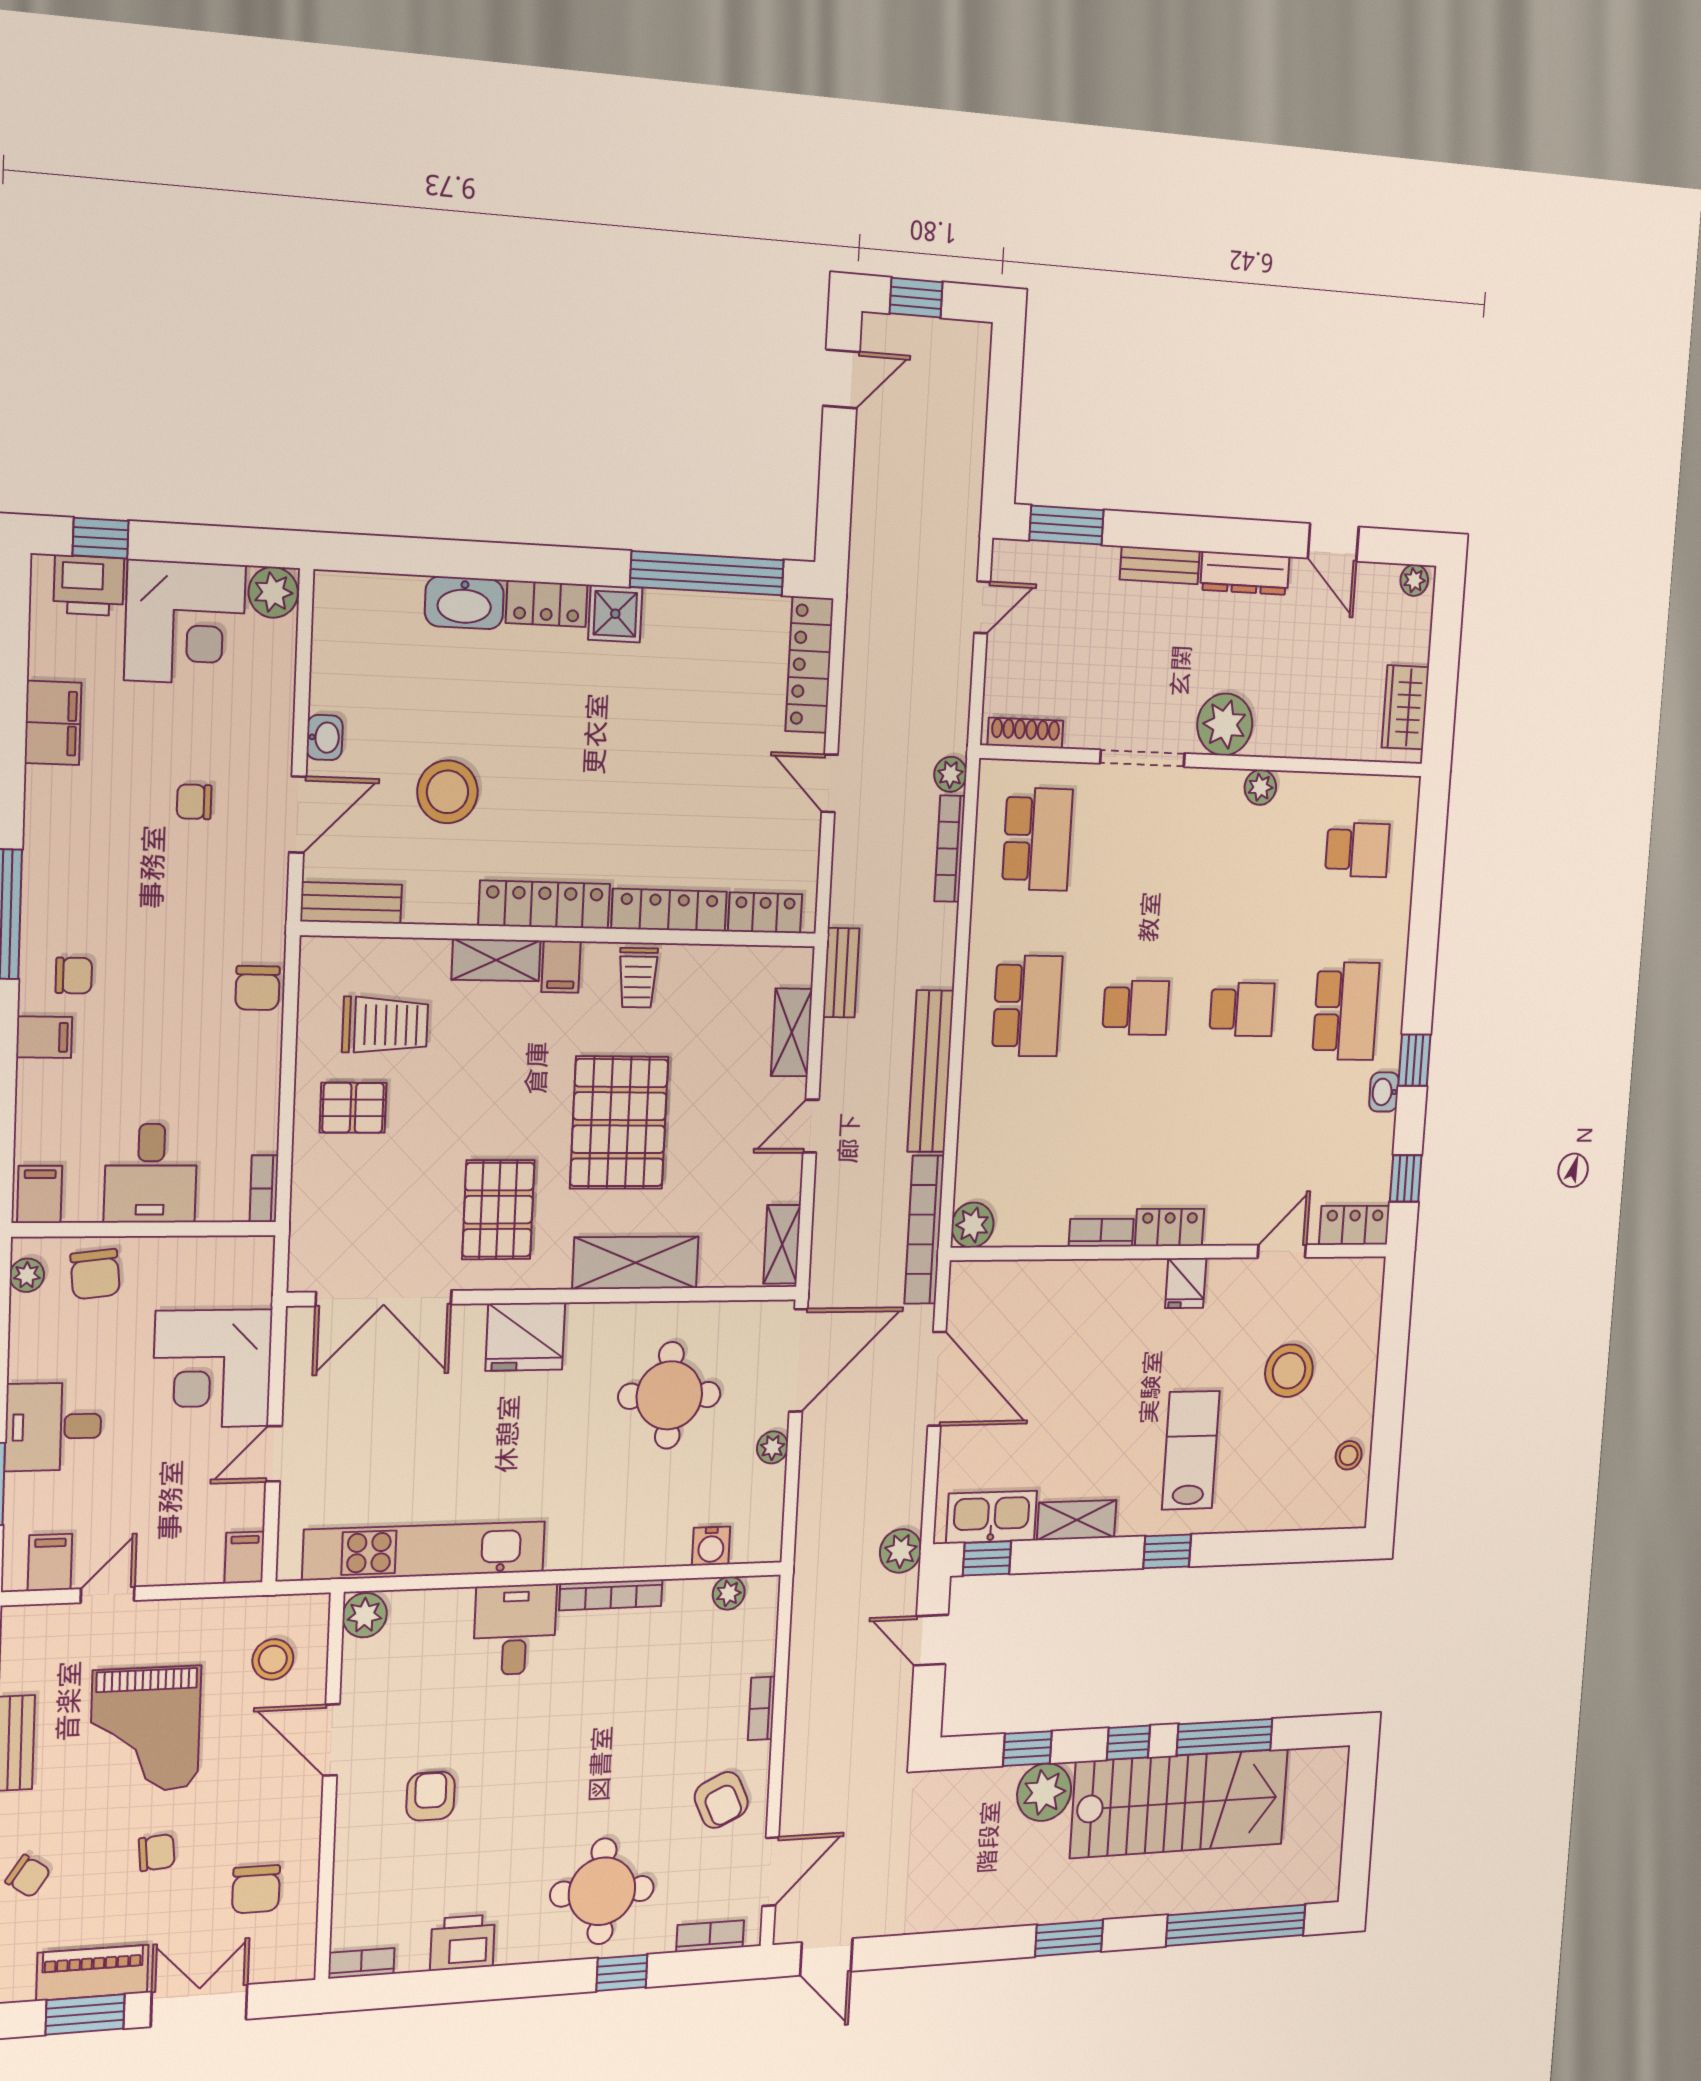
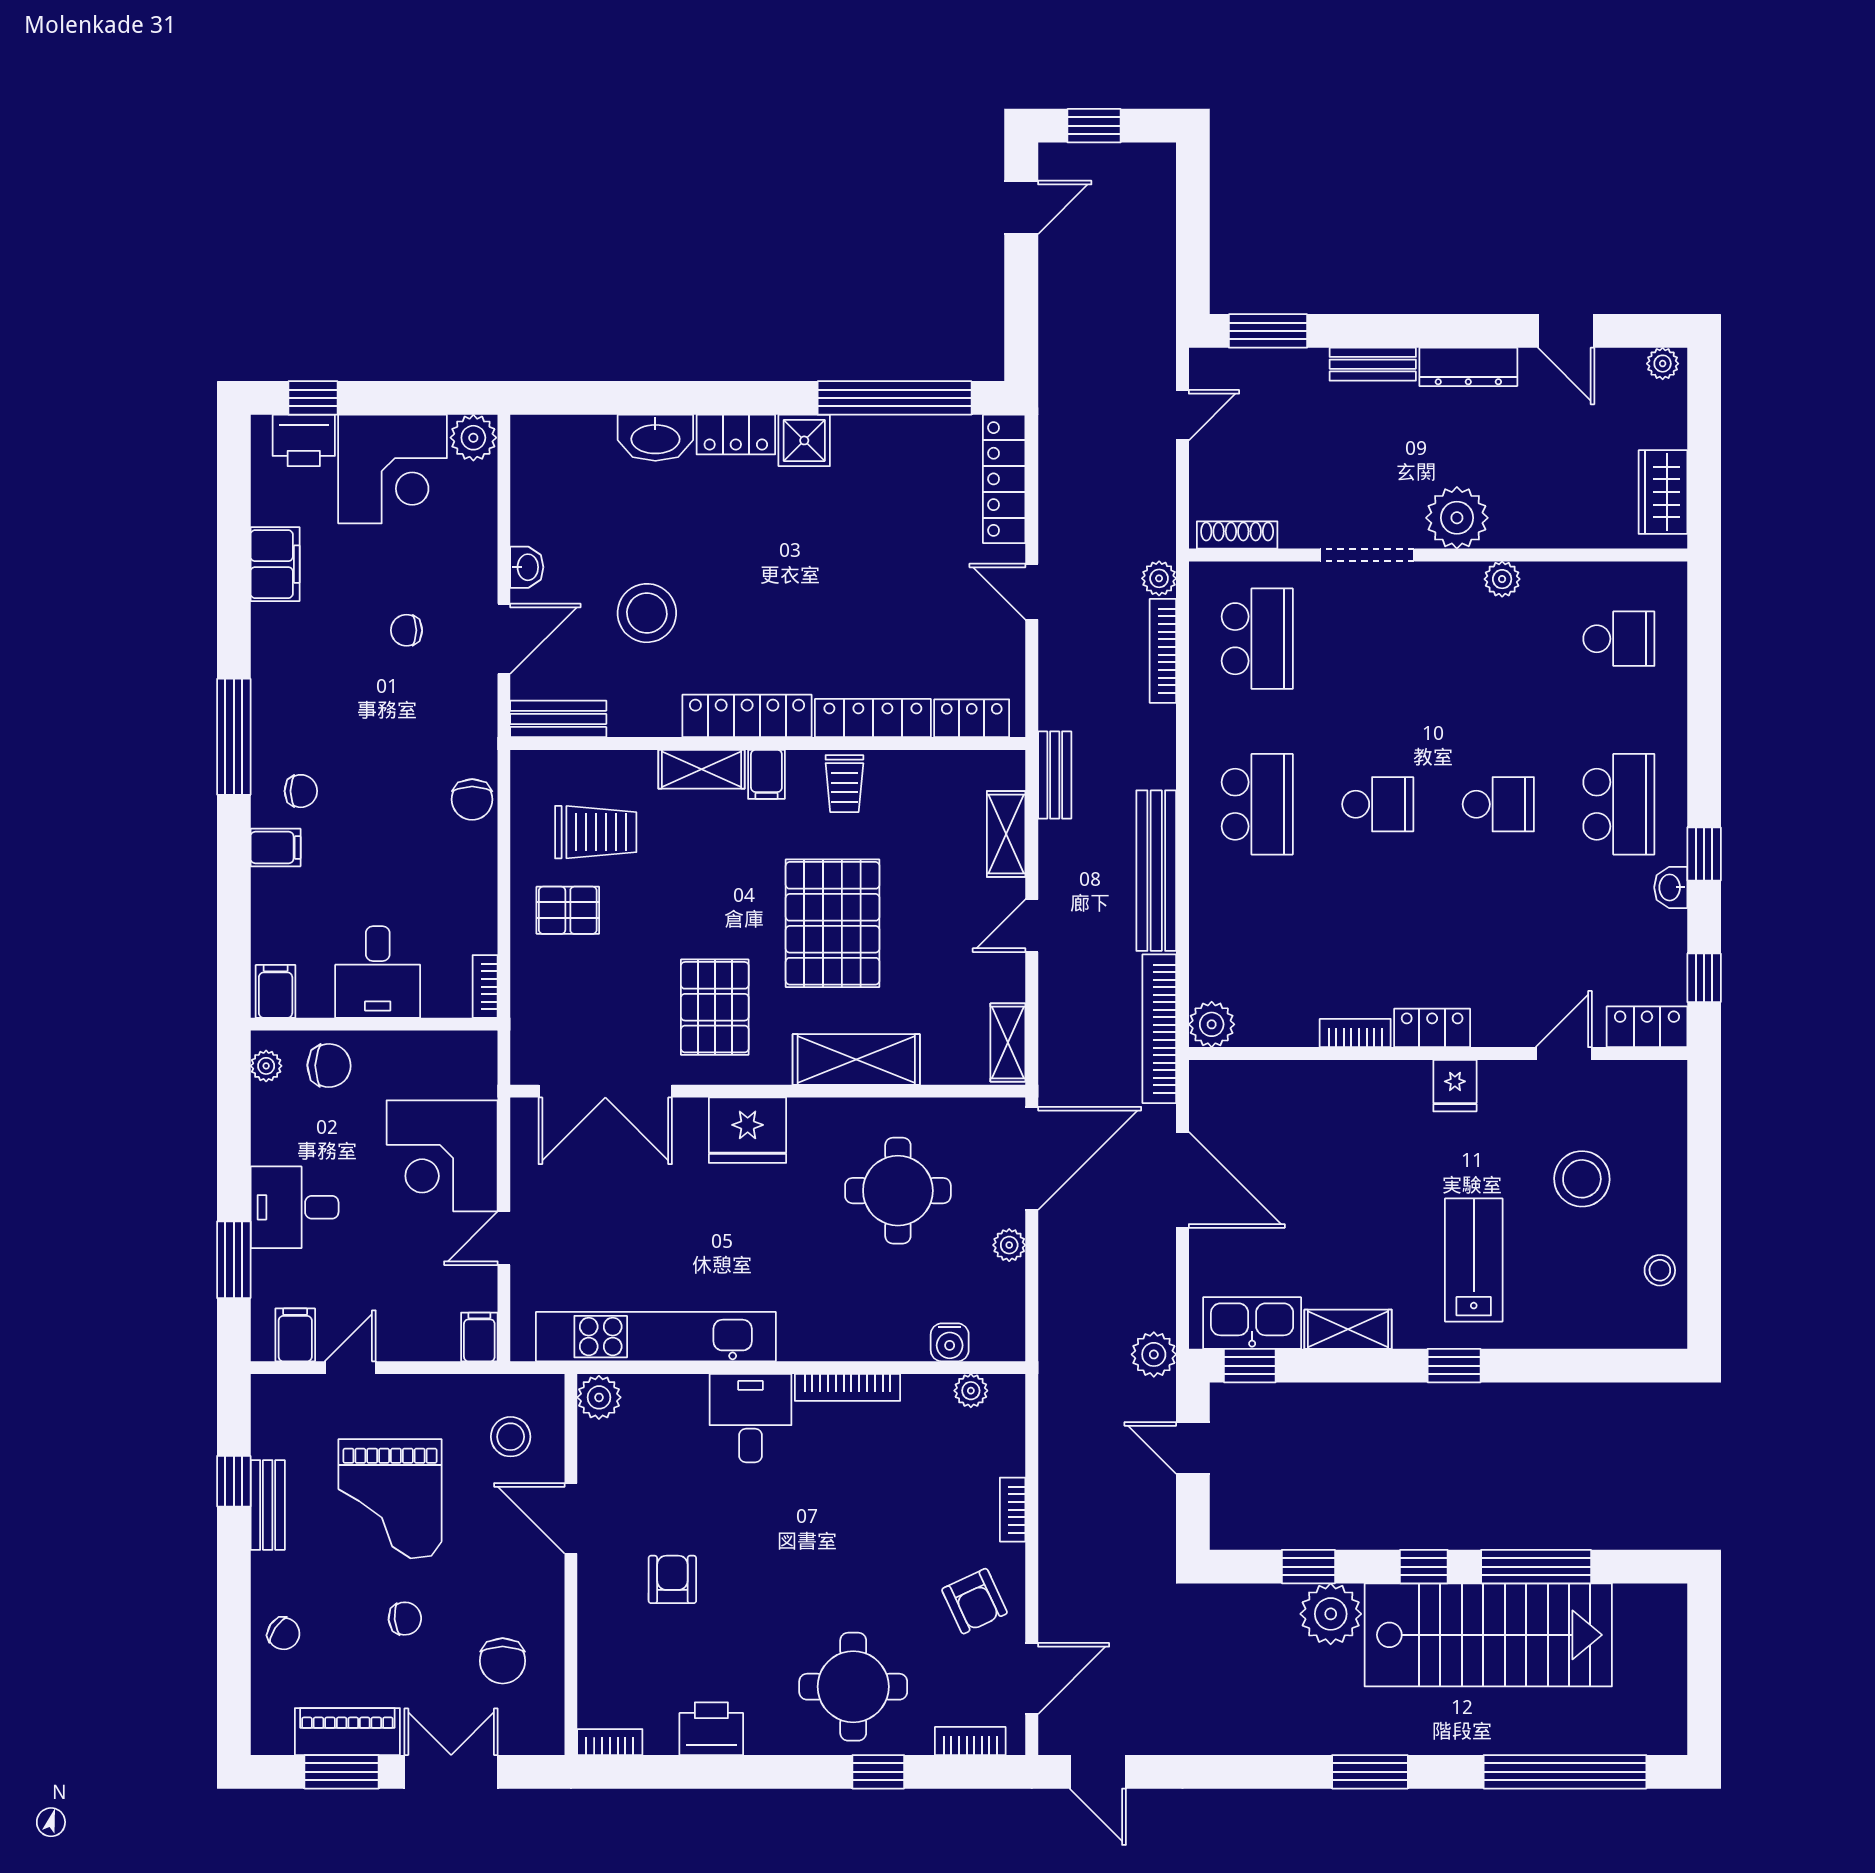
chair: (95, 1274) -> (329, 1066), turned -83

